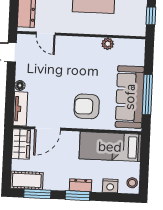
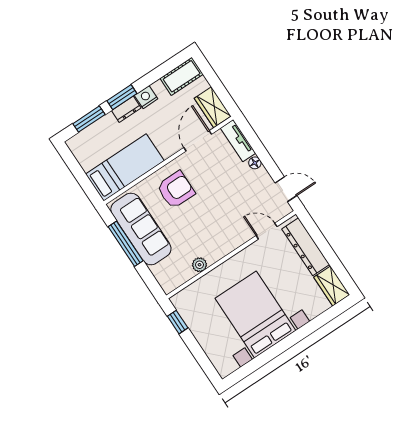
stool: (132, 183) -> (78, 148), removed
nightstand: (110, 186) -> (146, 97), moved
window: (37, 194) -> (89, 119), moved

